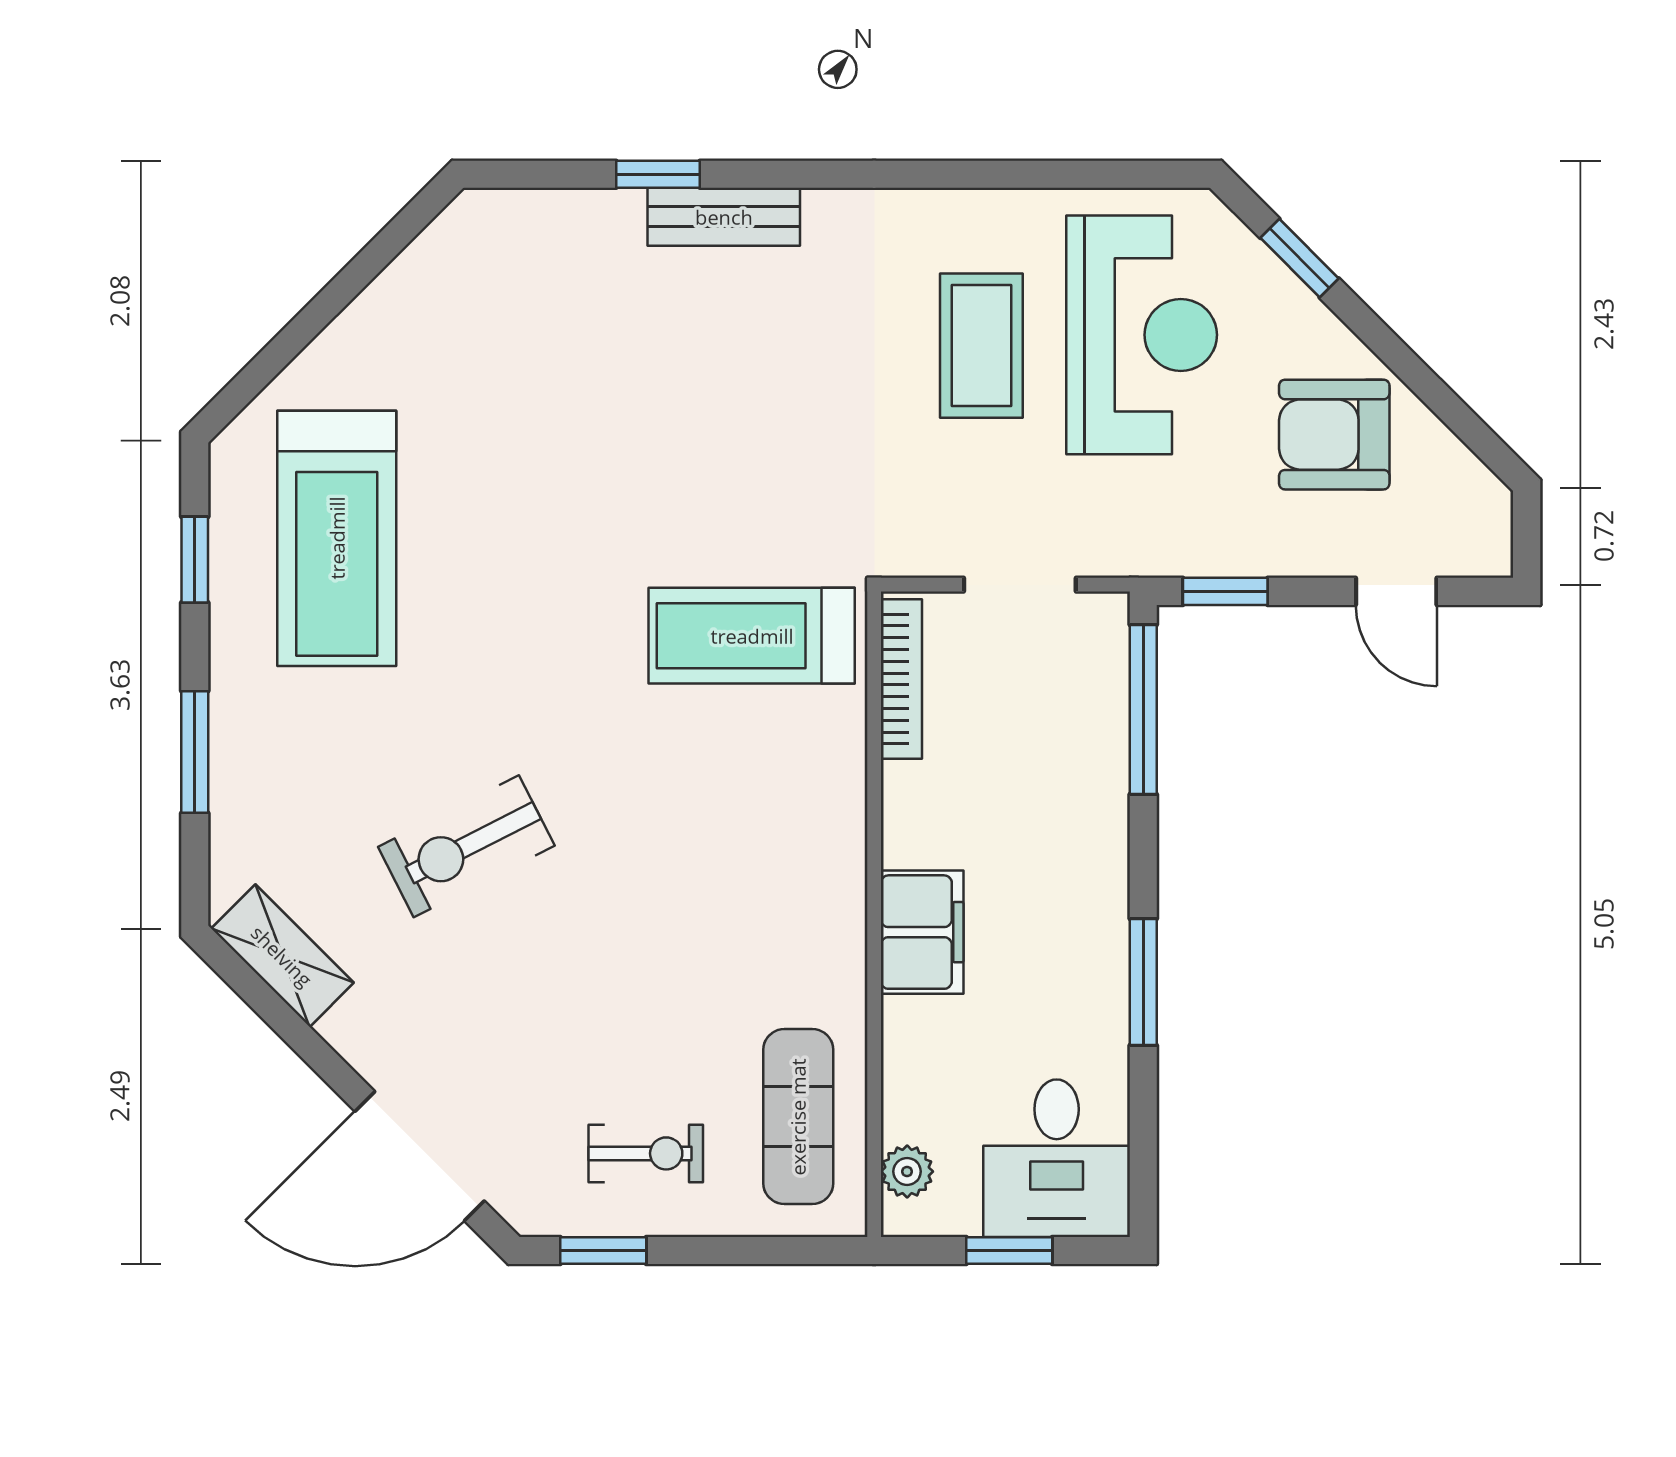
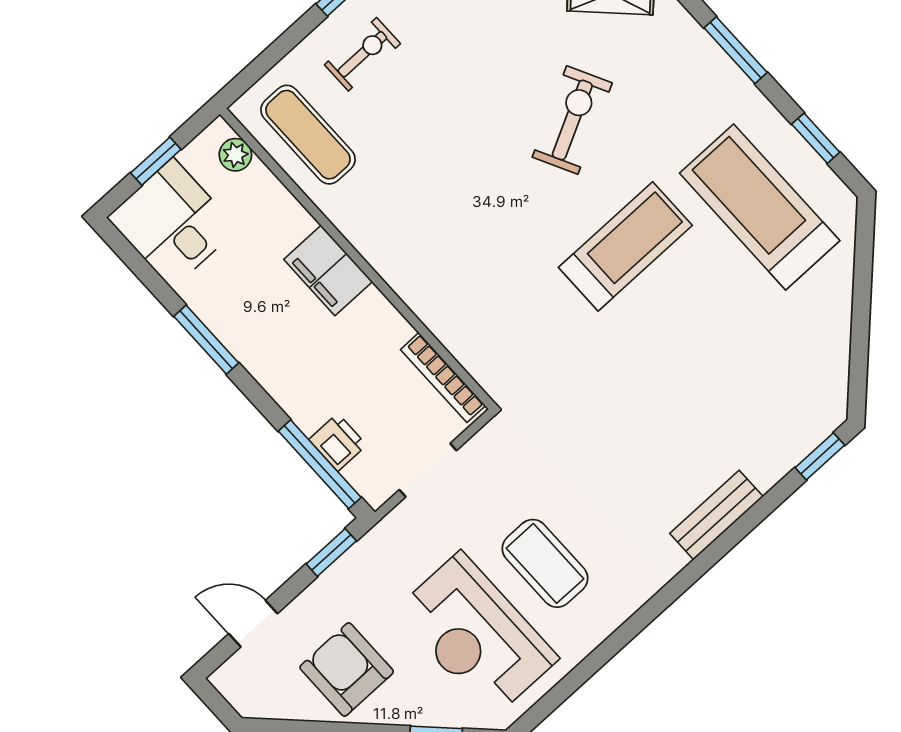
window: (658, 174) -> (820, 456), moved
armchair: (1334, 435) -> (347, 670), turned -90
treadmill: (752, 636) -> (625, 246), moved
printer: (1098, 716) -> (338, 442), added
exercise bike: (646, 1153) -> (362, 54), turned 180

